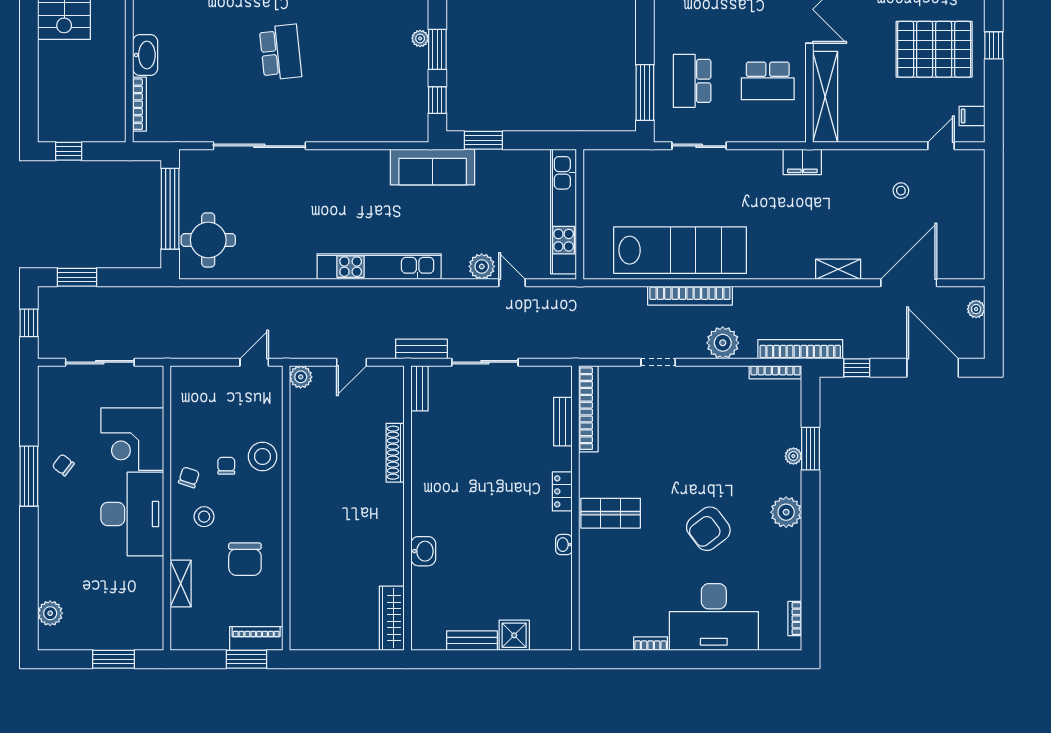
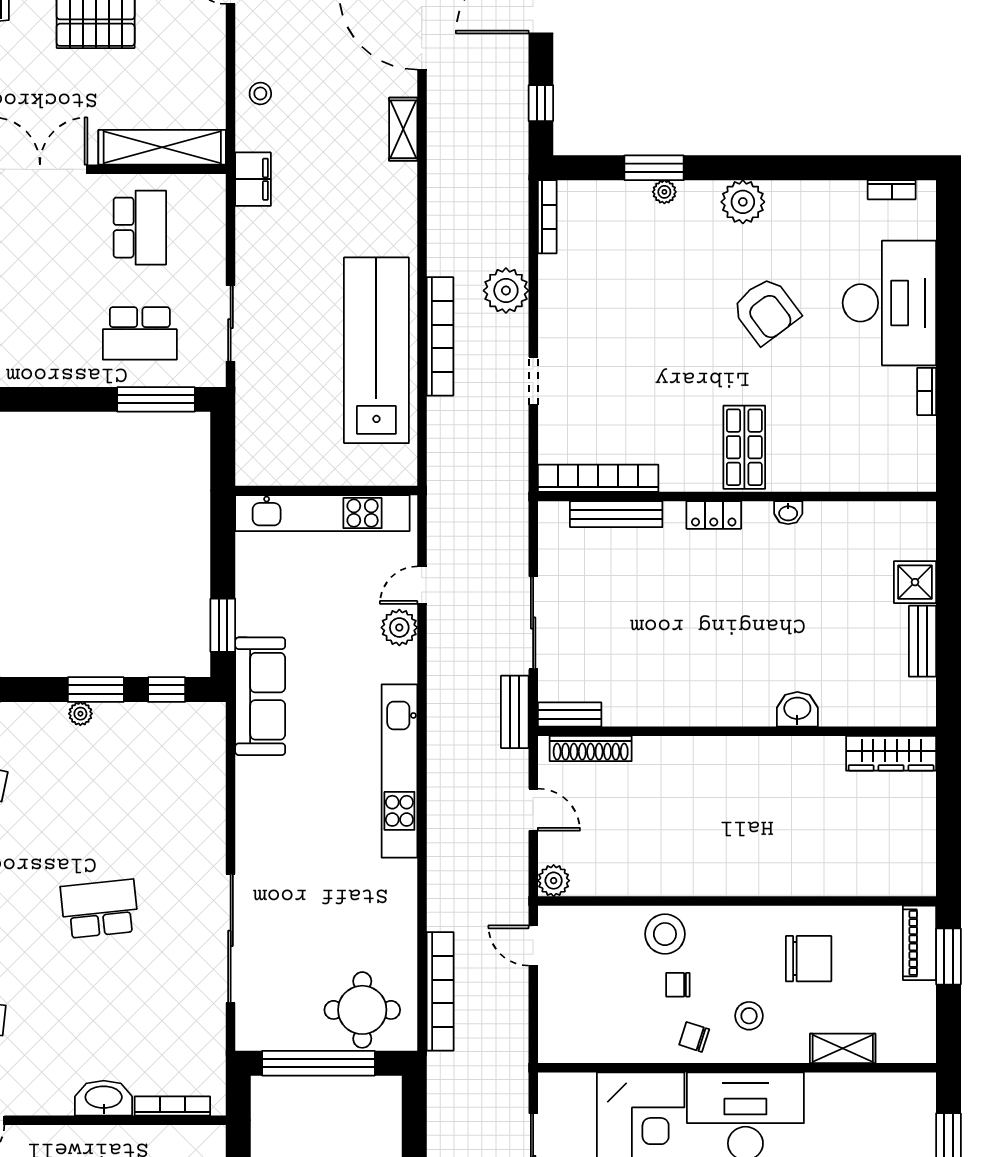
stool: (901, 191) -> (260, 93), moved
bookcase: (800, 349) -> (440, 991), moved, turned 180
bench: (563, 422) -> (616, 514), width x1.36
shoe rack: (395, 453) -> (591, 749), moved

